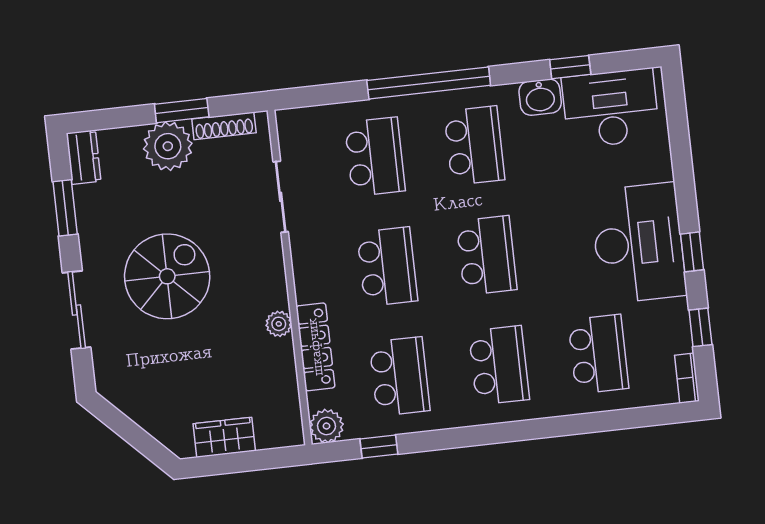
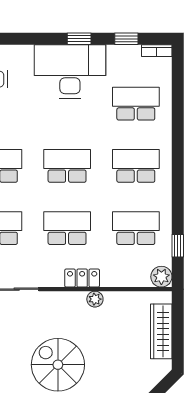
locker: (315, 347) -> (82, 278), moved, width x0.66
wardrobe: (224, 437) -> (161, 331), width x1.50

